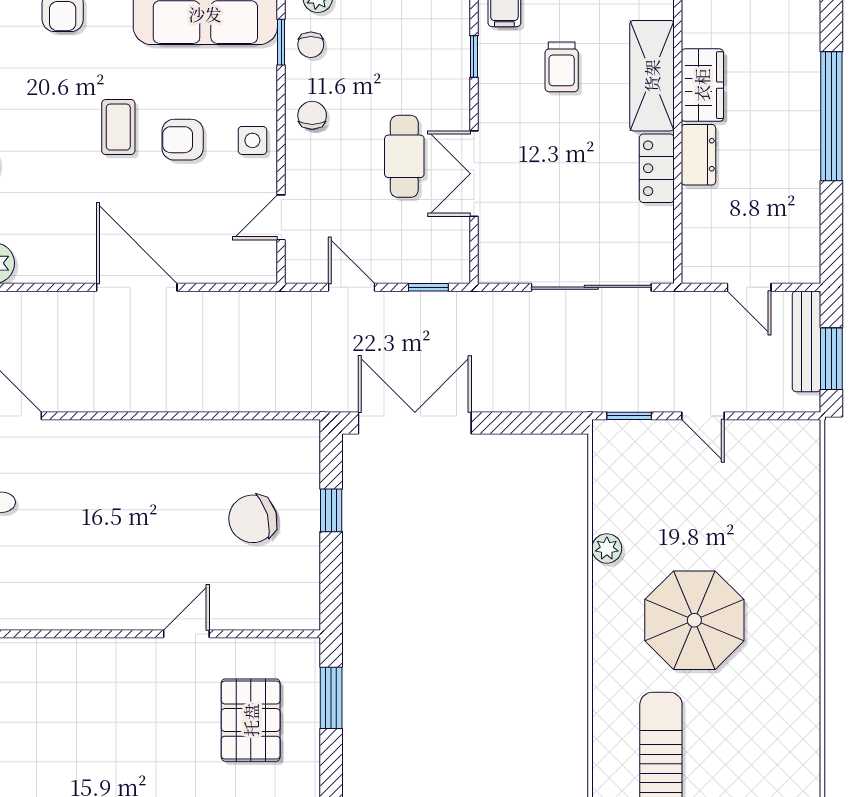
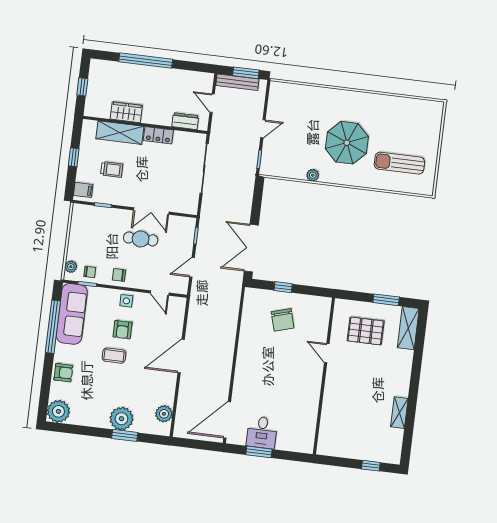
dresser: (698, 155) -> (185, 121), moved
door: (749, 287) -> (212, 103), swing flipped
window: (331, 698) -> (386, 300), moved

